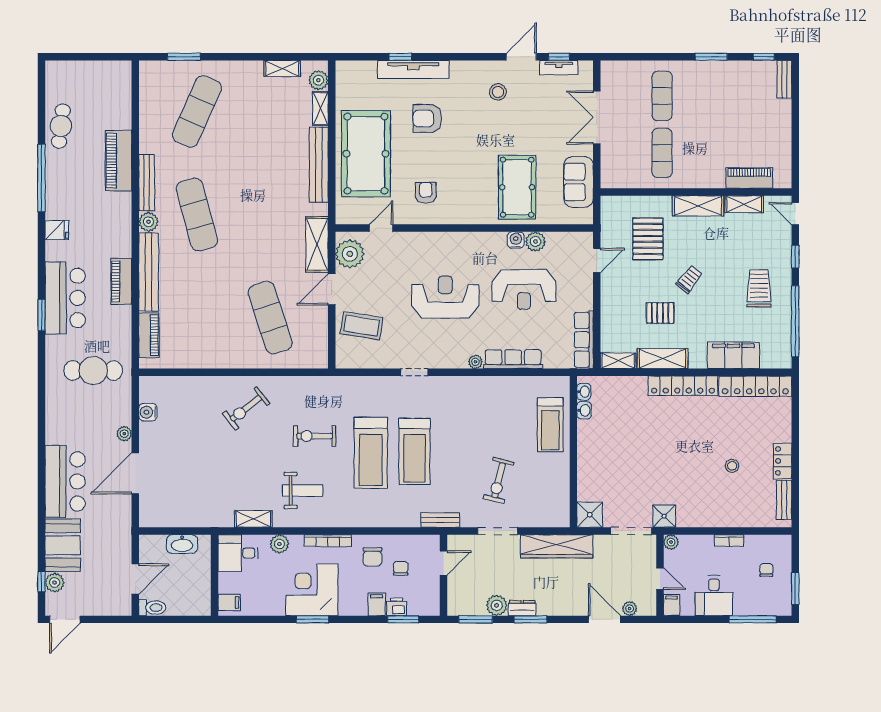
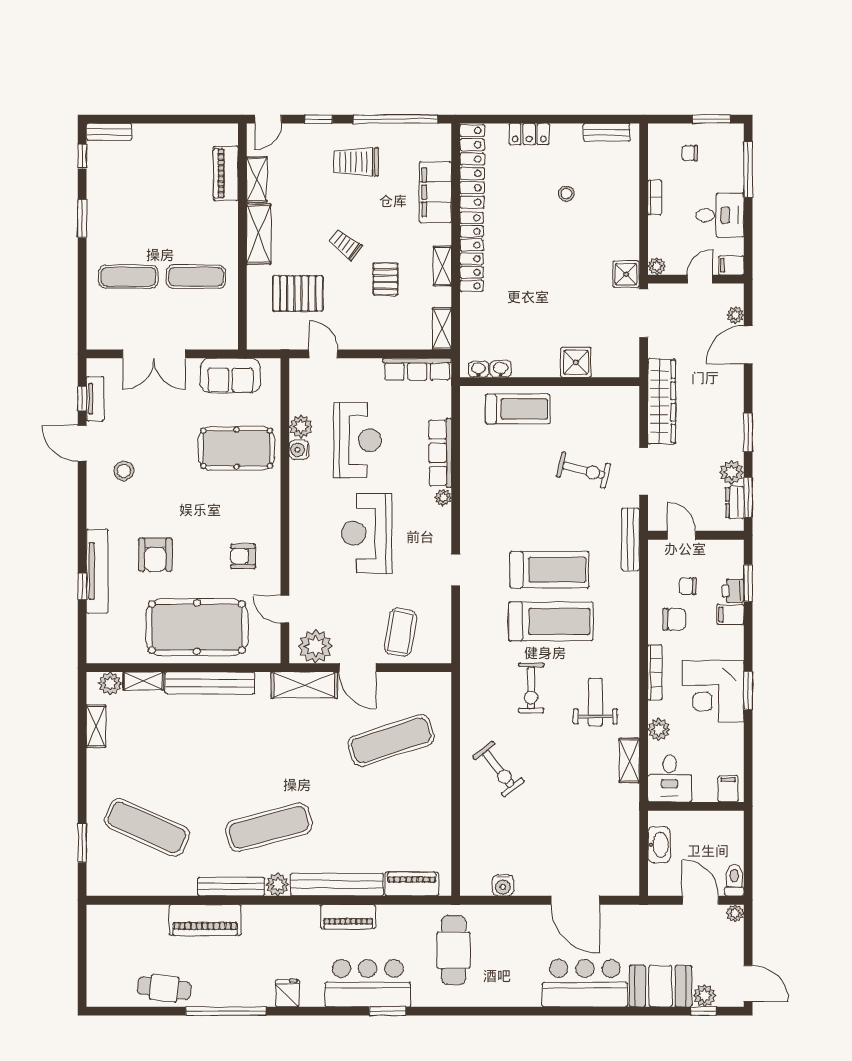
shelving: (663, 359) -> (442, 266), width x0.67, depth x0.75
plant: (124, 434) -> (735, 913), moved
locker: (783, 461) -> (529, 134), moved
shower: (590, 515) -> (576, 362), moved
bench: (440, 520) -> (631, 539), width x1.36
dresser: (522, 608) -> (735, 503), moved

